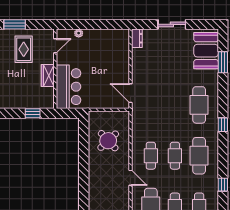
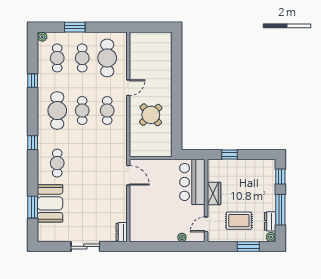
rug: (24, 49) -> (239, 221), turned 90
booth: (206, 51) -> (50, 203), moved
cafe table: (199, 105) -> (57, 163), width x0.73, depth x0.74
round table: (108, 141) -> (151, 115), moved
door: (130, 178) -> (128, 88), swing flipped

